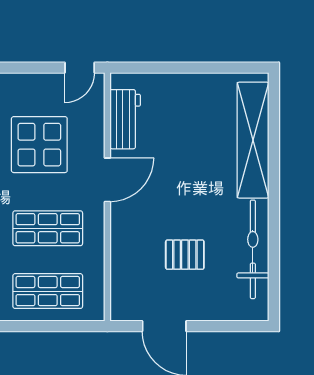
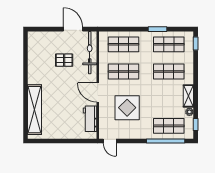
door: (80, 68) -> (110, 141), swing flipped
door: (107, 180) -> (98, 92), hinge flipped
bicycle: (253, 249) -> (90, 53), moved, turned 180

